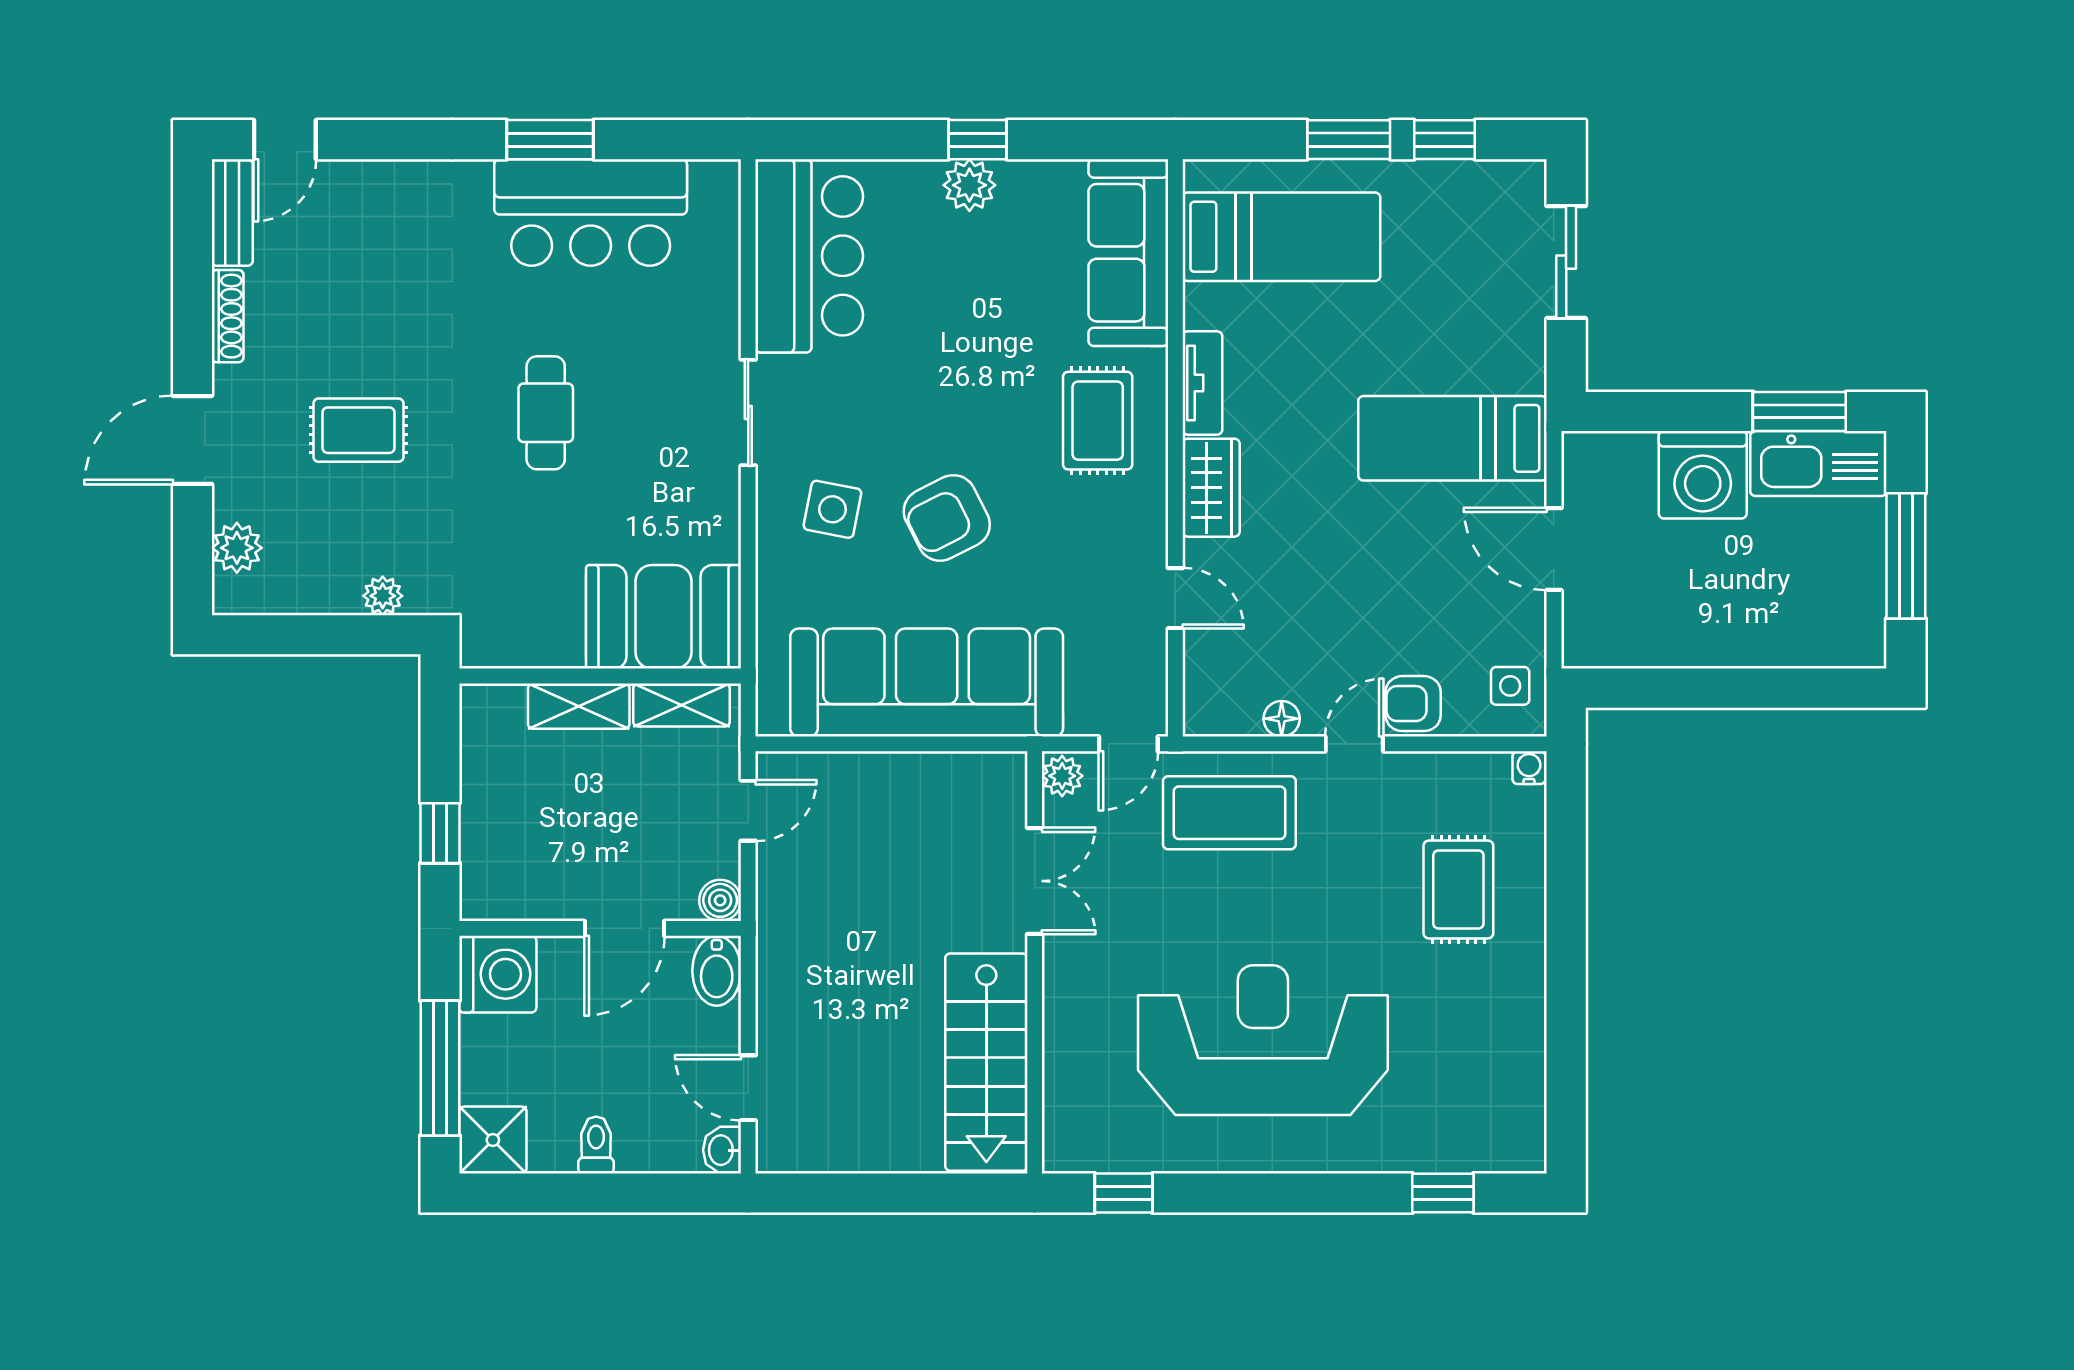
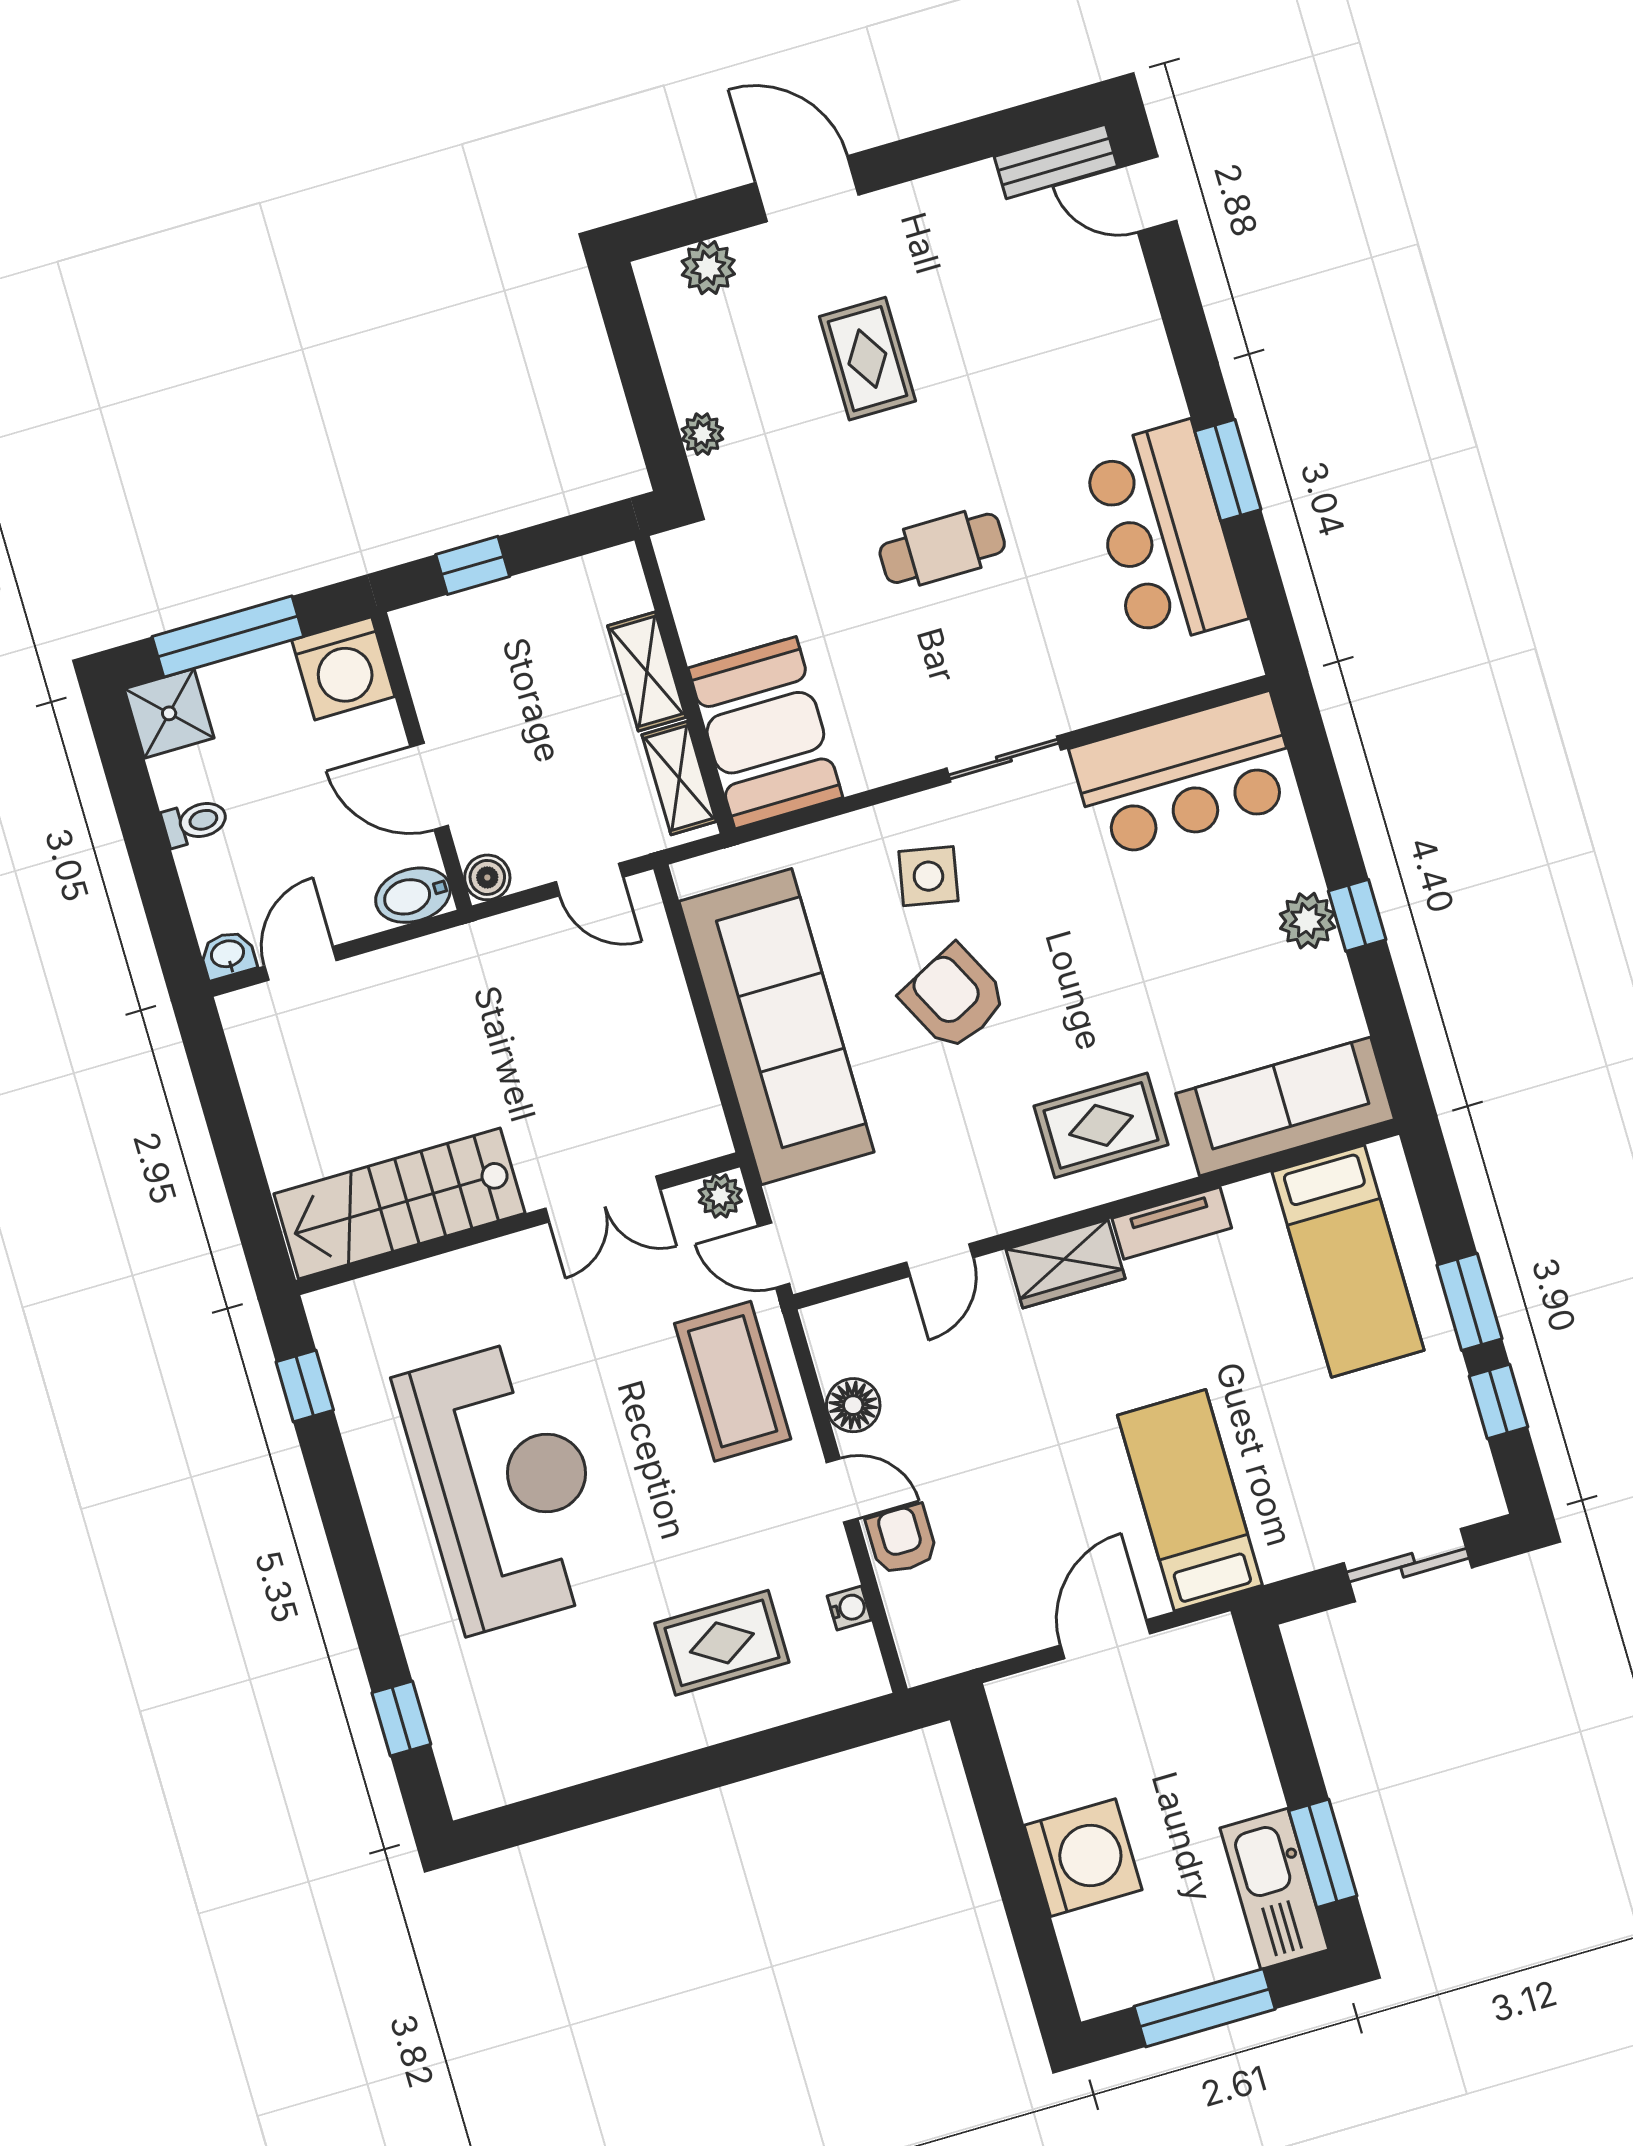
shoe rack: (228, 316) -> (947, 188), removed
washing machine: (1703, 475) -> (1083, 1858), moved, turned 180
side table: (1510, 686) -> (950, 1635), removed
floor lamp: (1282, 719) -> (853, 1405), width x1.37, depth x1.37
water cooler: (1529, 768) -> (849, 1608), moved

